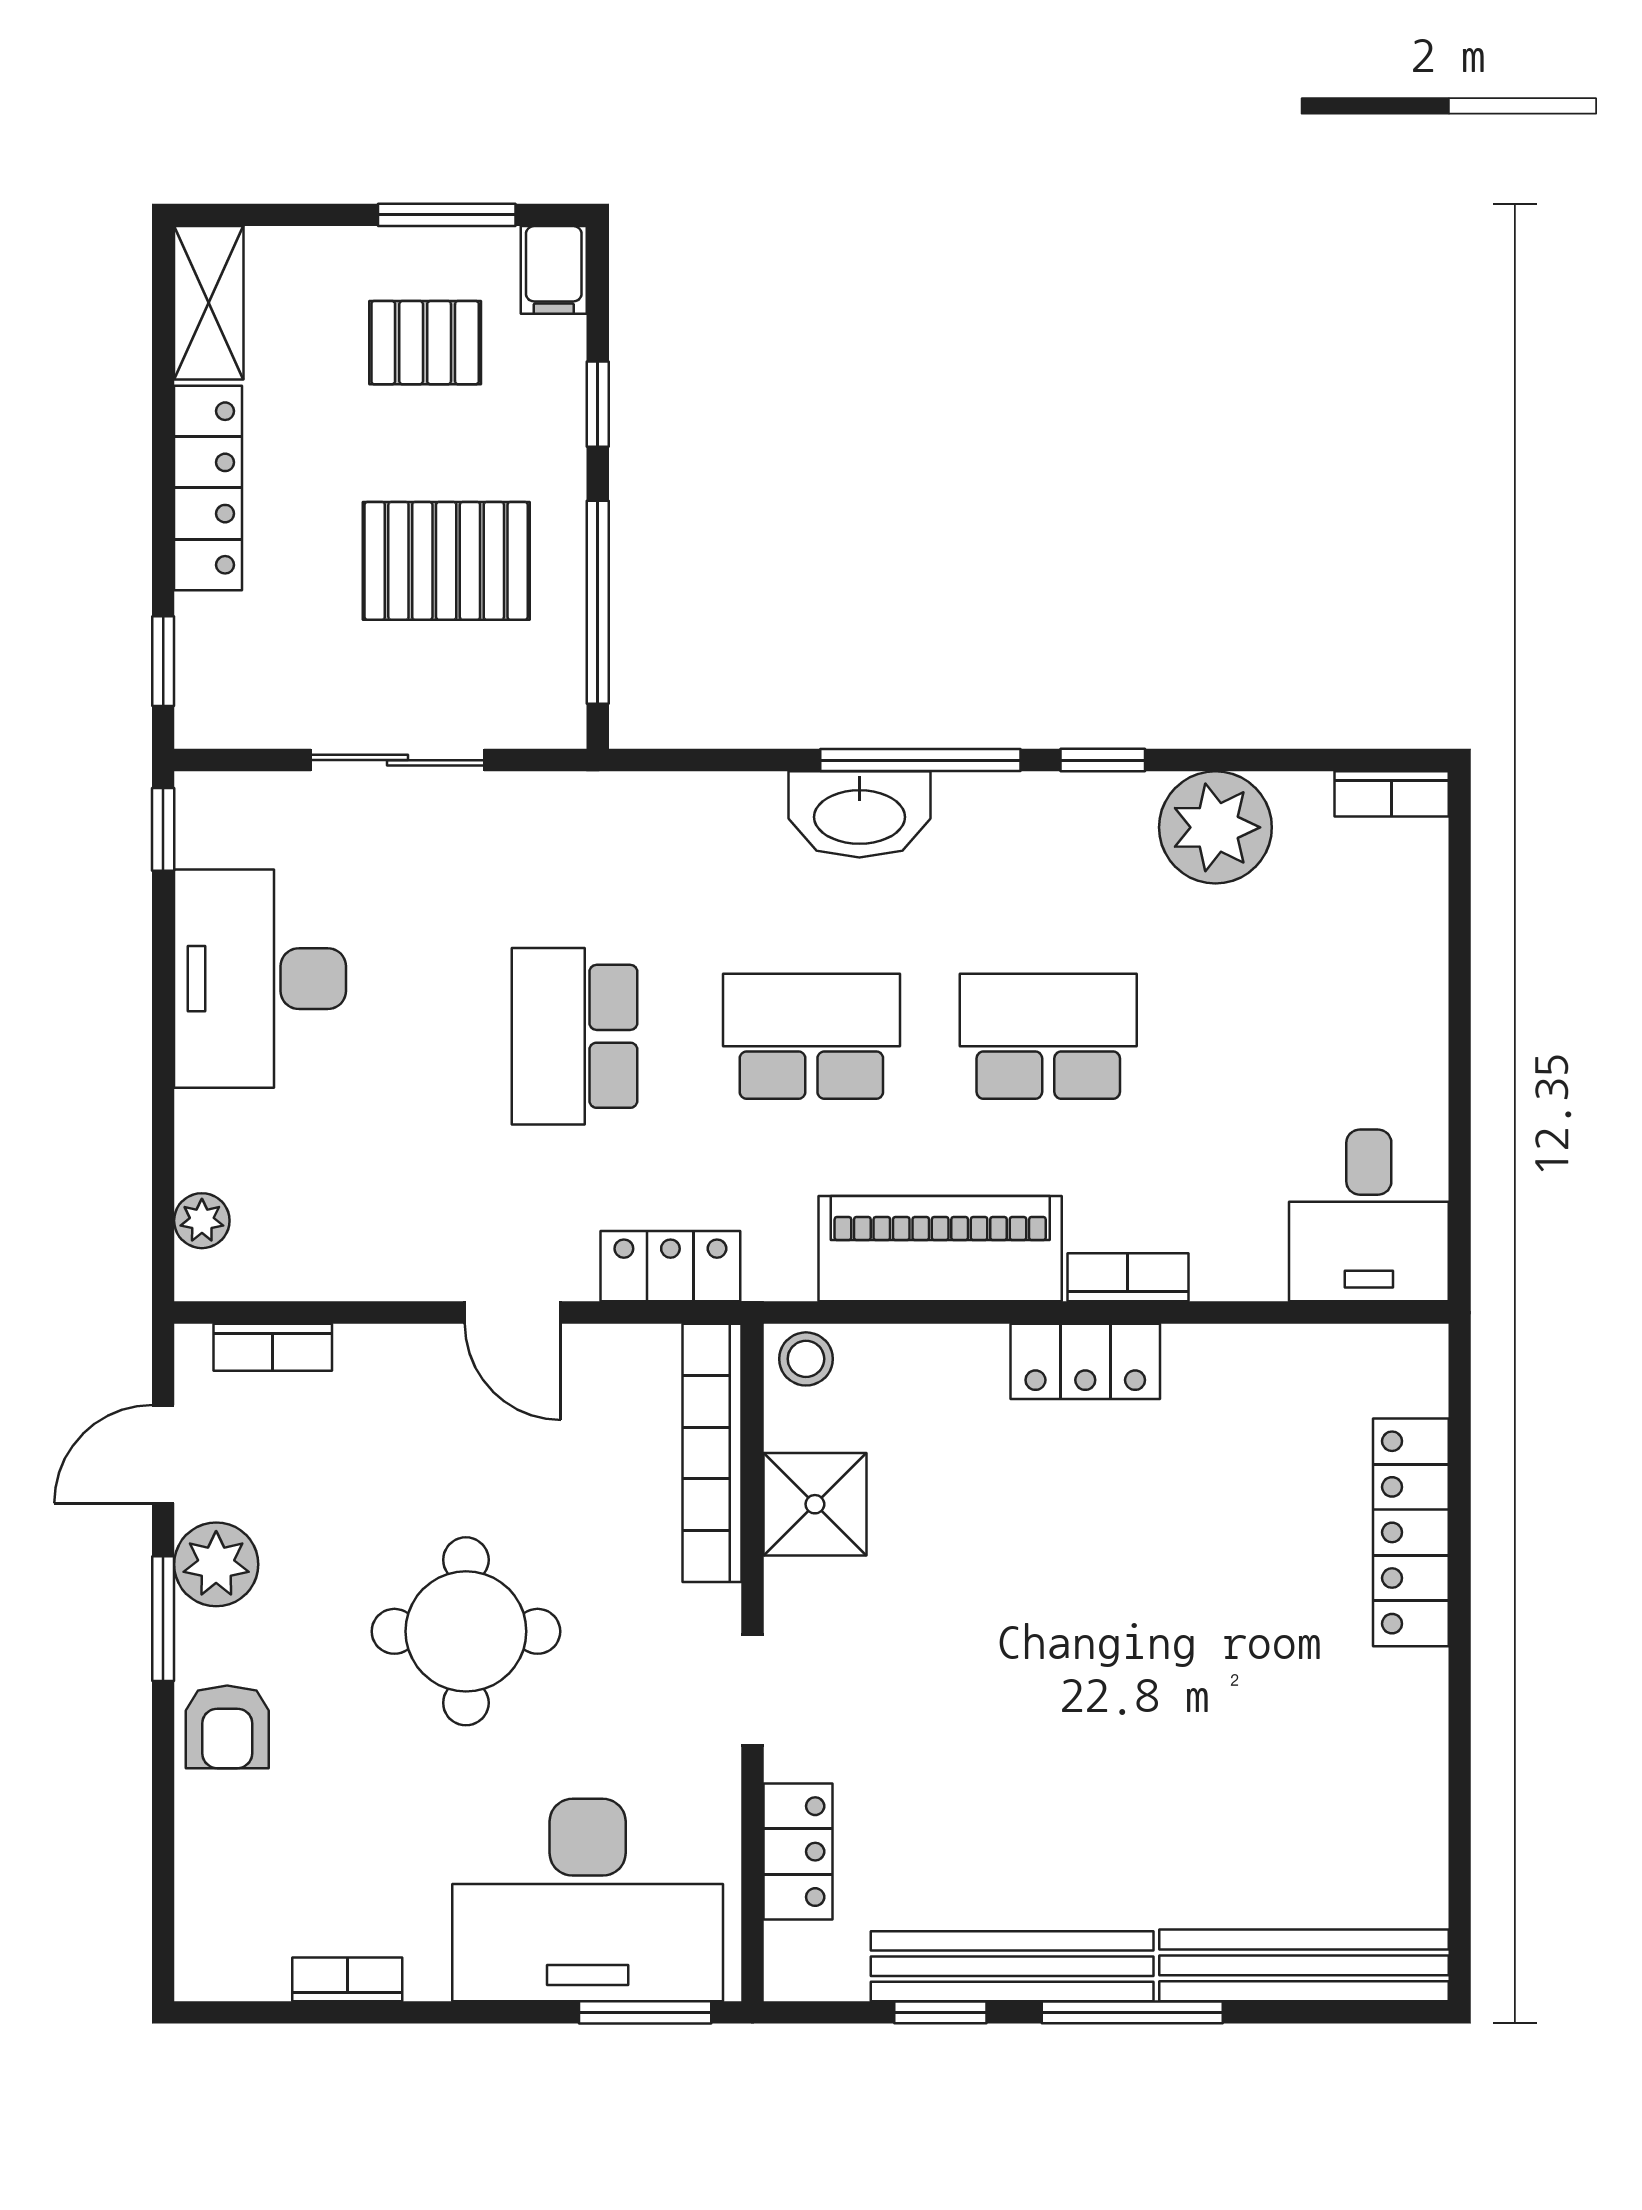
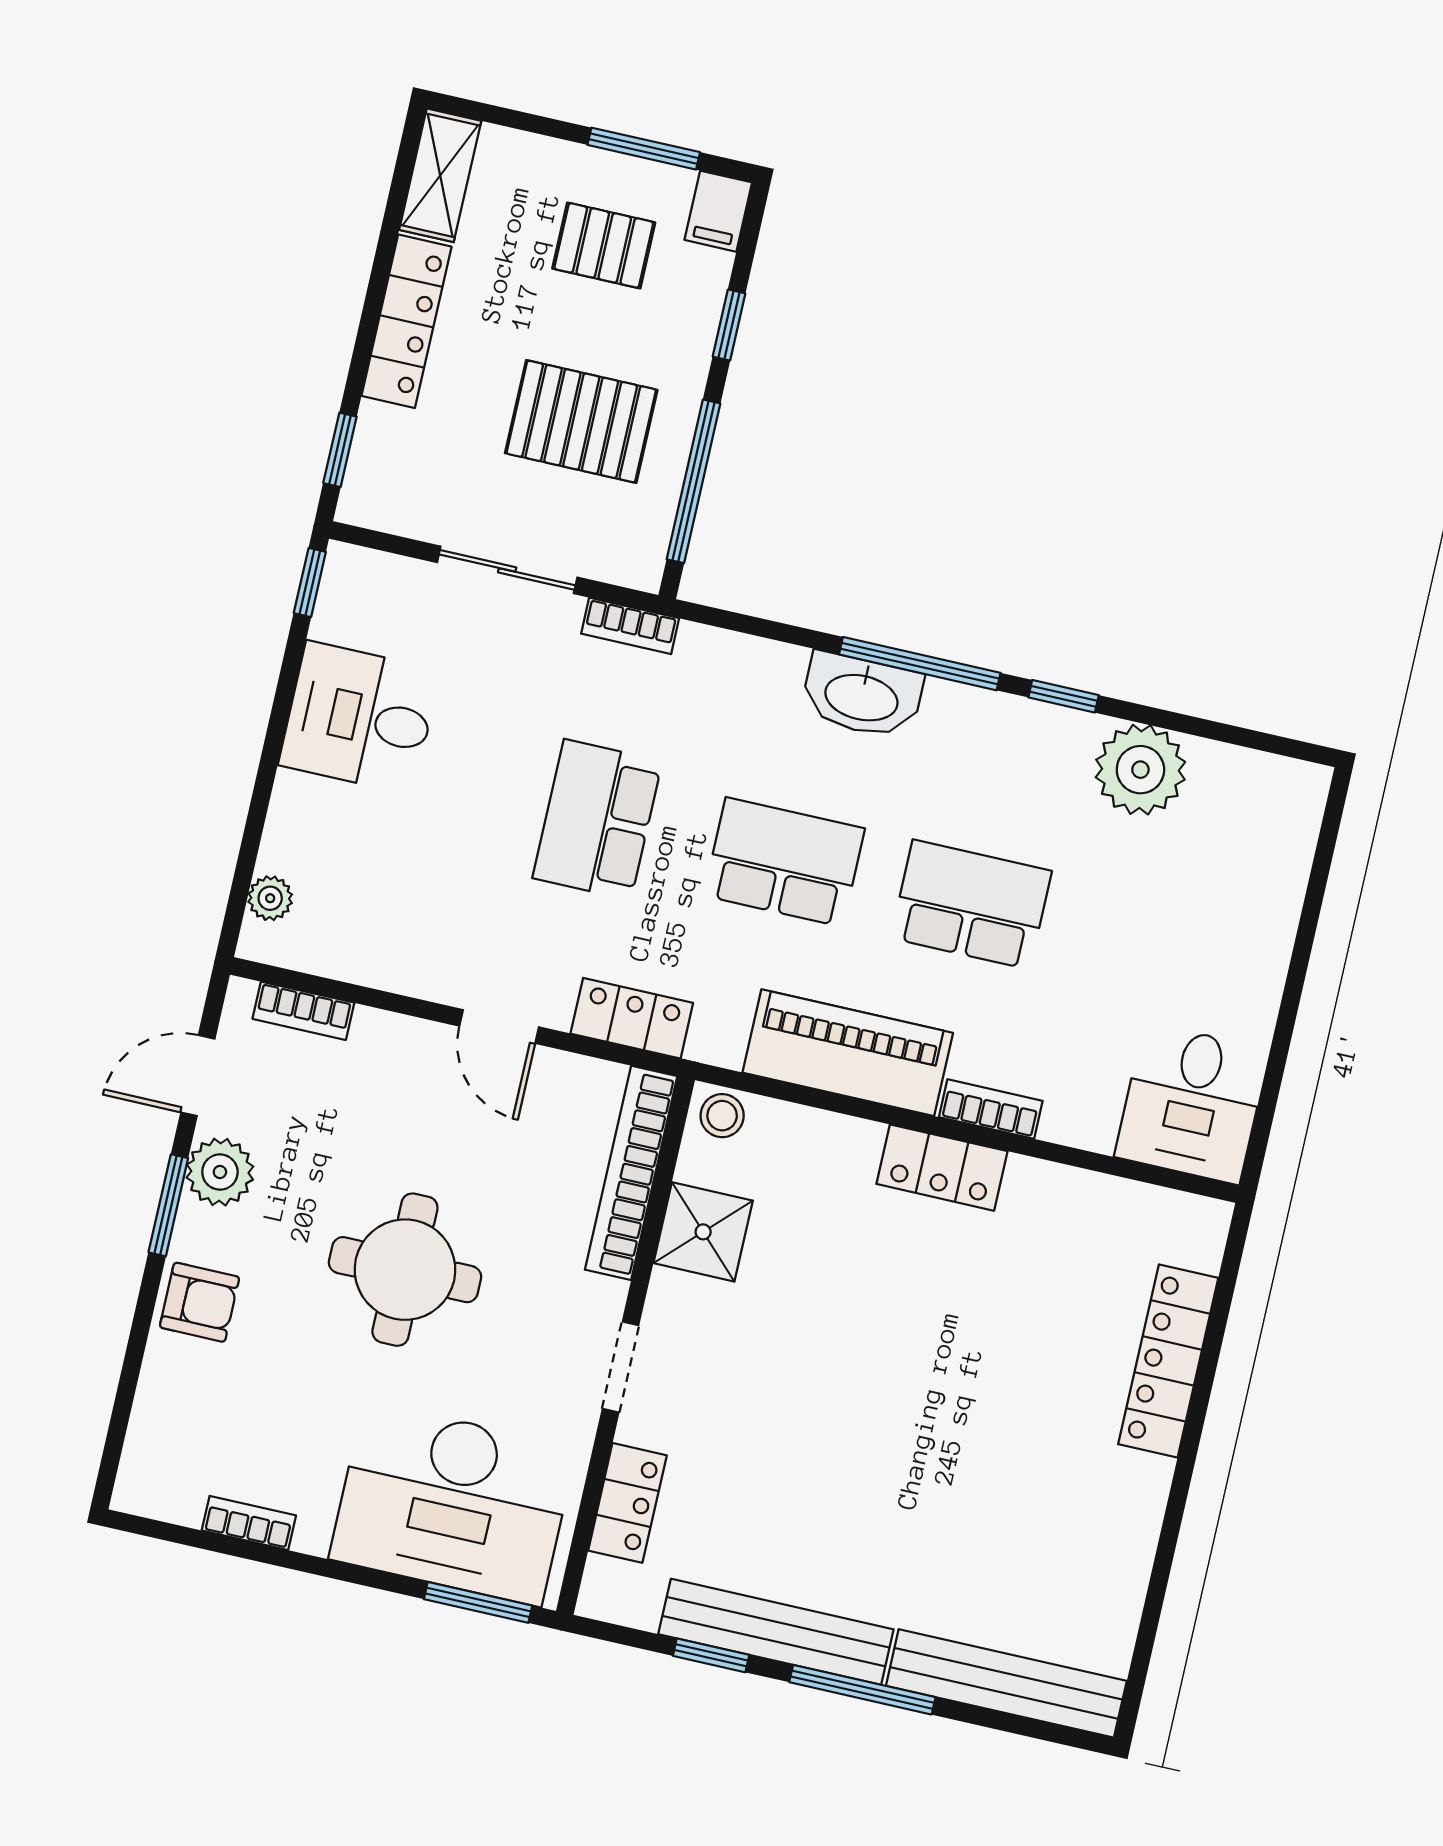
bookcase: (1392, 794) -> (630, 626), moved
desk: (260, 979) -> (360, 718), width x0.73
armchair: (227, 1727) -> (200, 1302), turned -90

